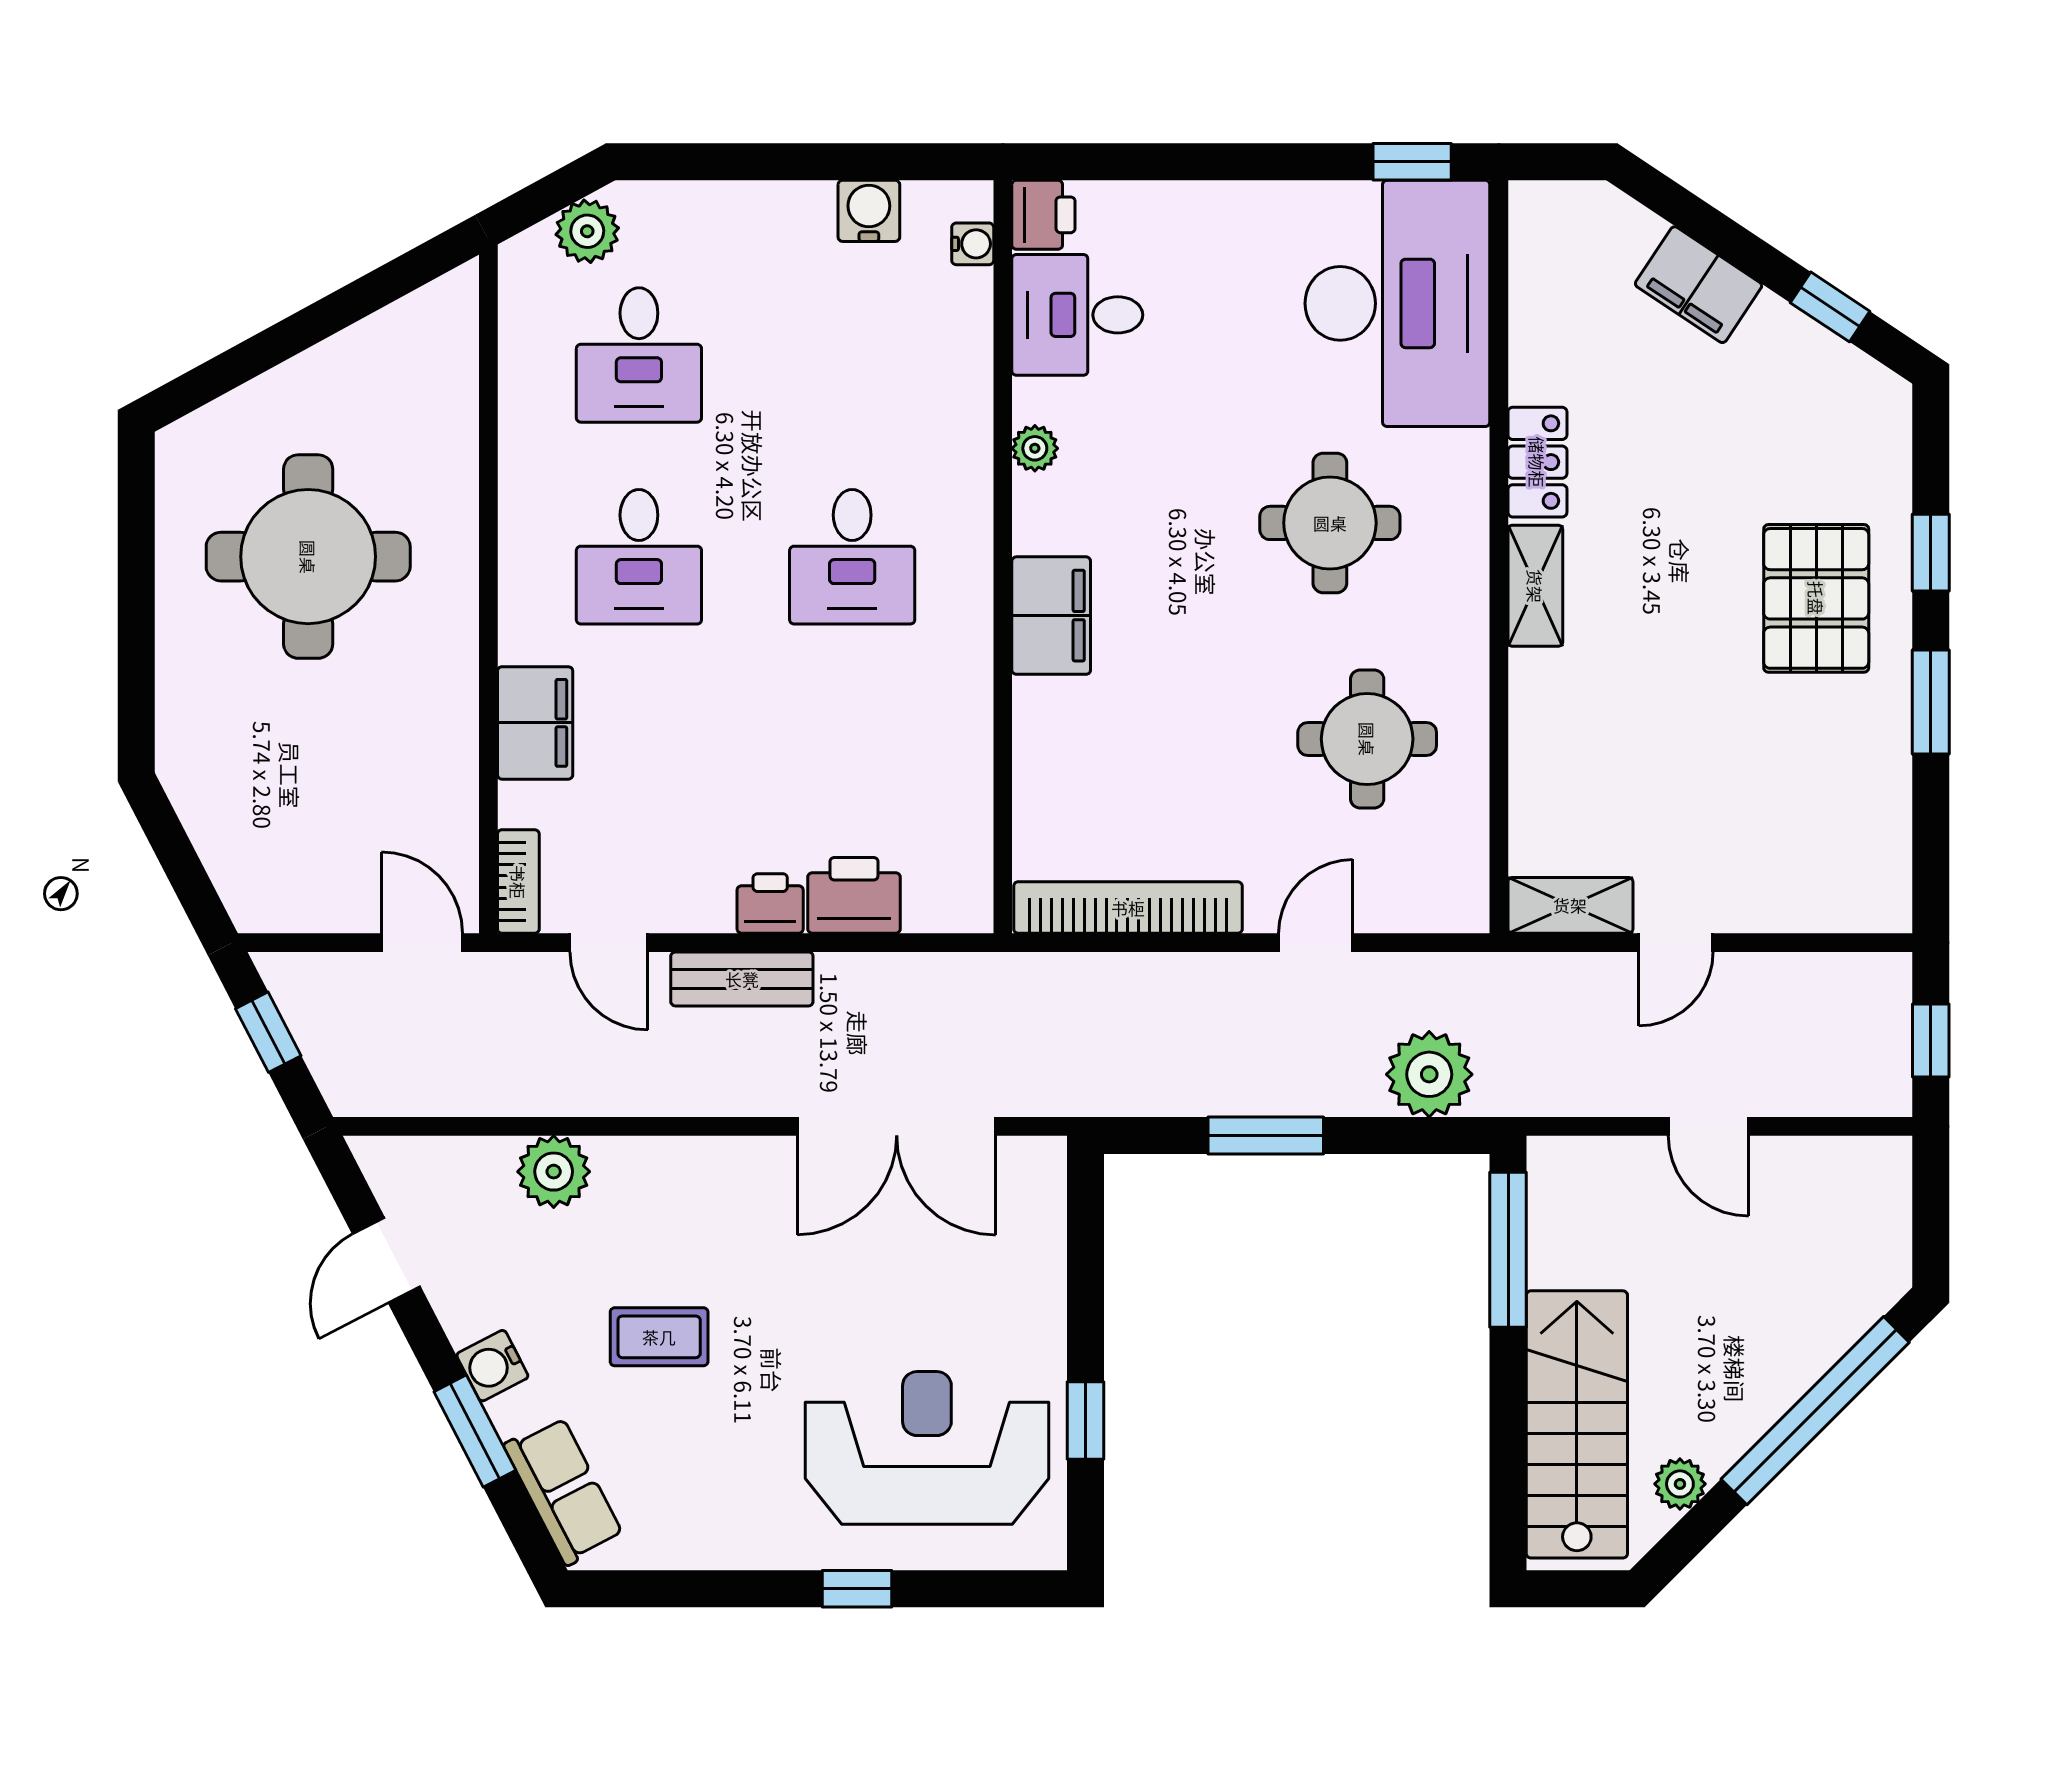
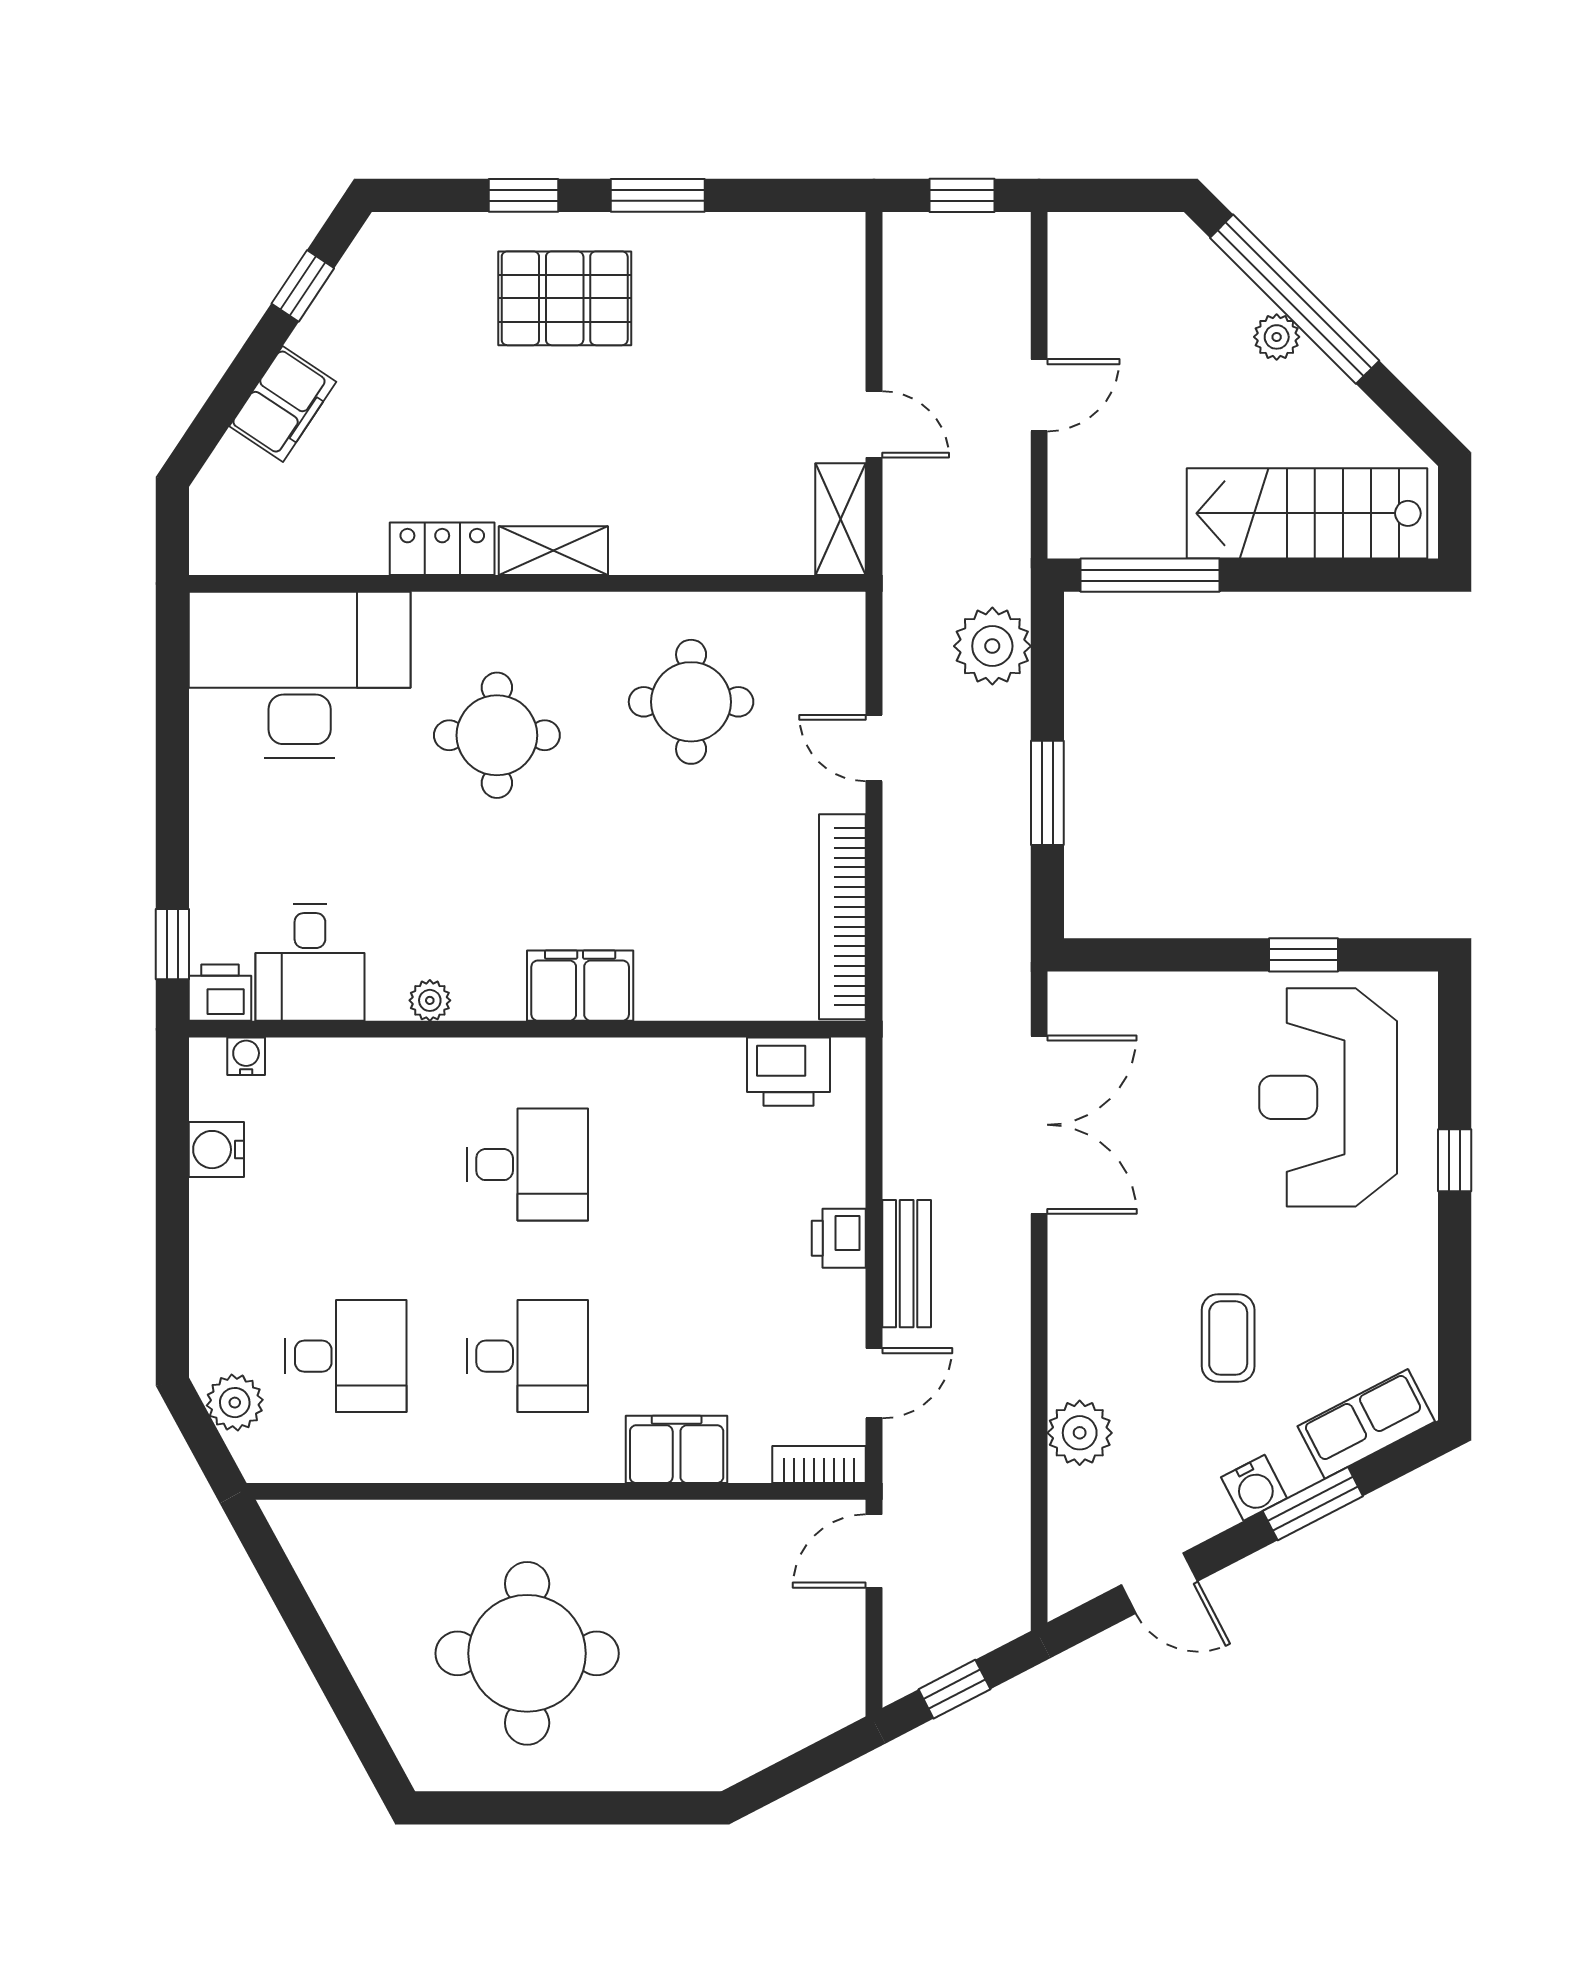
window: (1412, 162) -> (172, 944), moved
printer: (854, 895) -> (789, 1072), moved, turned -90
plant: (1680, 1484) -> (1277, 337), moved

